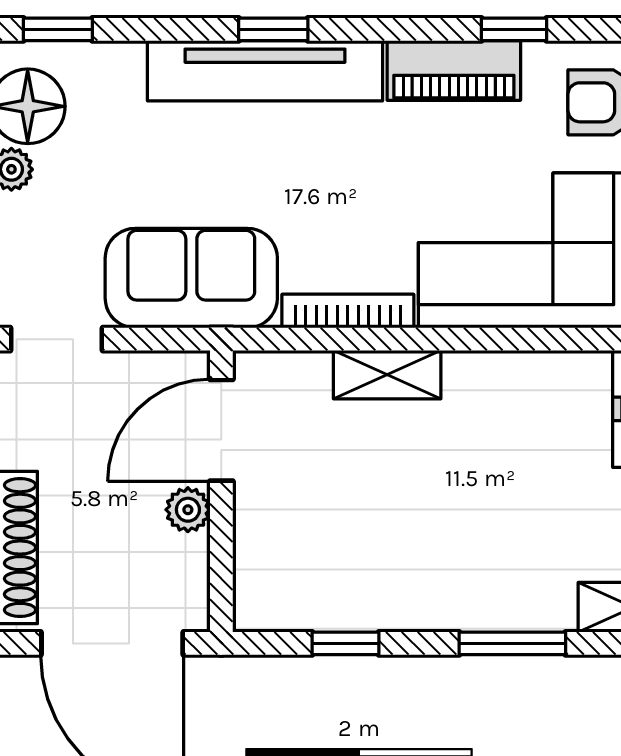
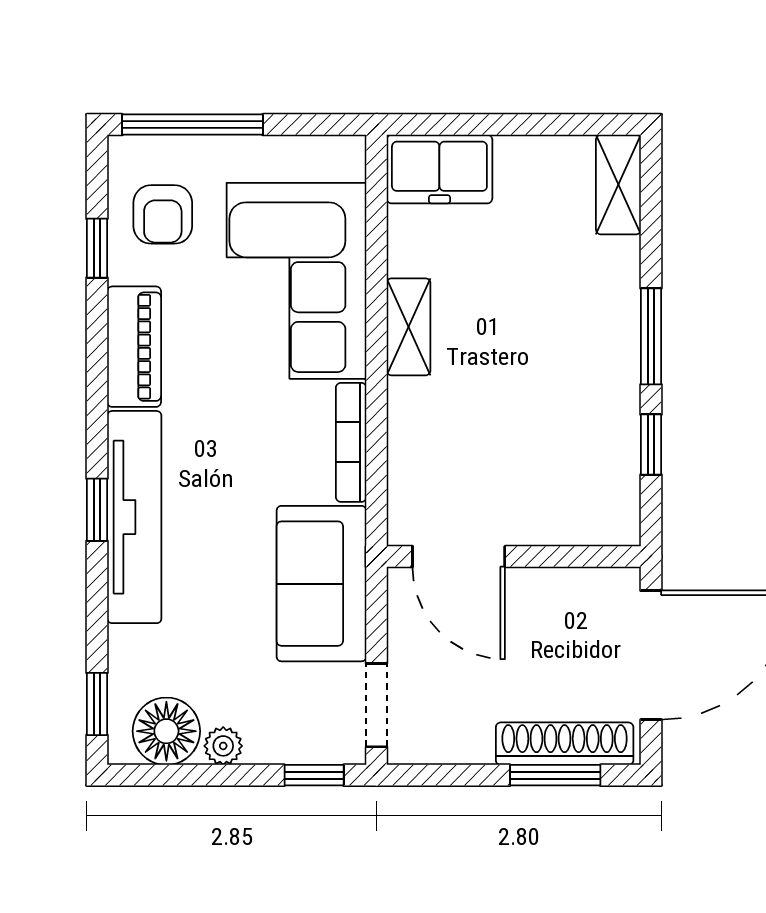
window: (514, 29) -> (97, 248), moved
shelving: (387, 375) -> (409, 327), moved
plant: (188, 510) -> (530, 587), removed
window: (512, 643) -> (651, 336), moved

